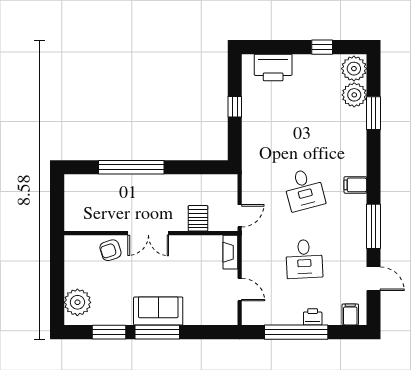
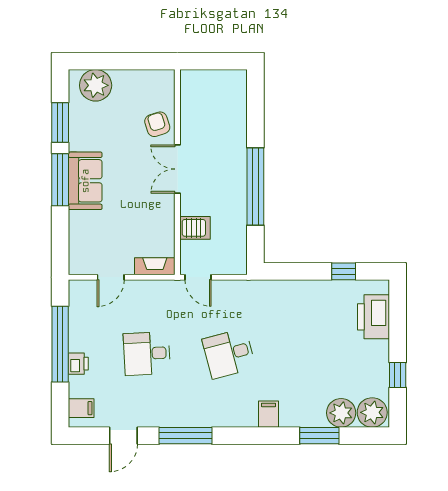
window: (235, 107) -> (344, 271), moved
window: (131, 167) -> (255, 186), moved
filing cabinet: (355, 185) -> (269, 414), moved

